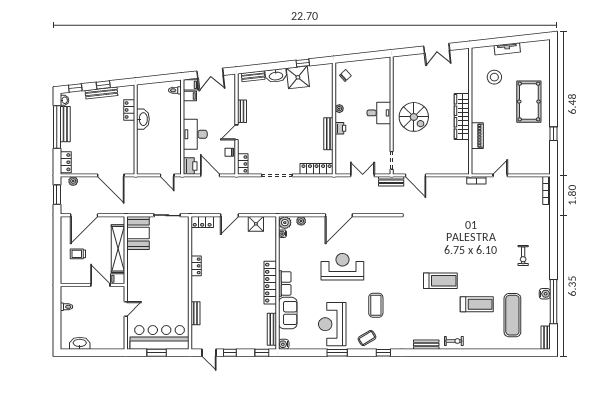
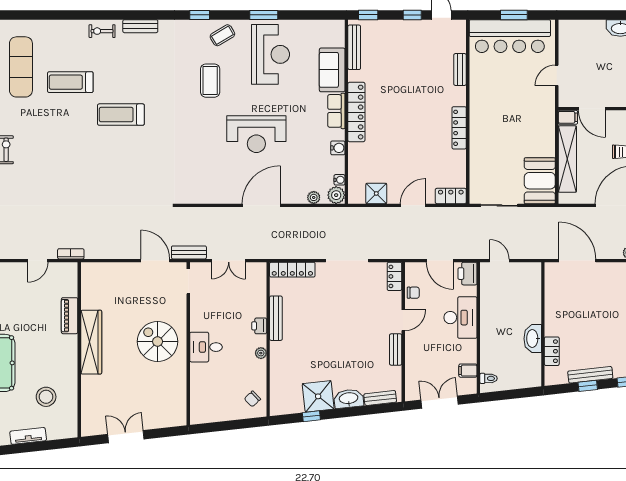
filing cabinet: (190, 85) -> (467, 386), removed
locker: (196, 266) -> (459, 128), width x1.53
water cooler: (284, 344) -> (338, 148), moved

